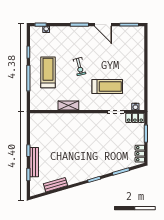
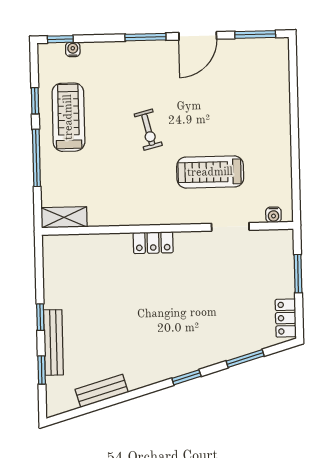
door: (103, 25) -> (198, 36), hinge flipped
treadmill: (48, 72) -> (68, 117), moved
treadmill: (107, 86) -> (210, 172), turned 180
shelving: (68, 105) -> (64, 217), moved
locker: (135, 118) -> (153, 243), moved

